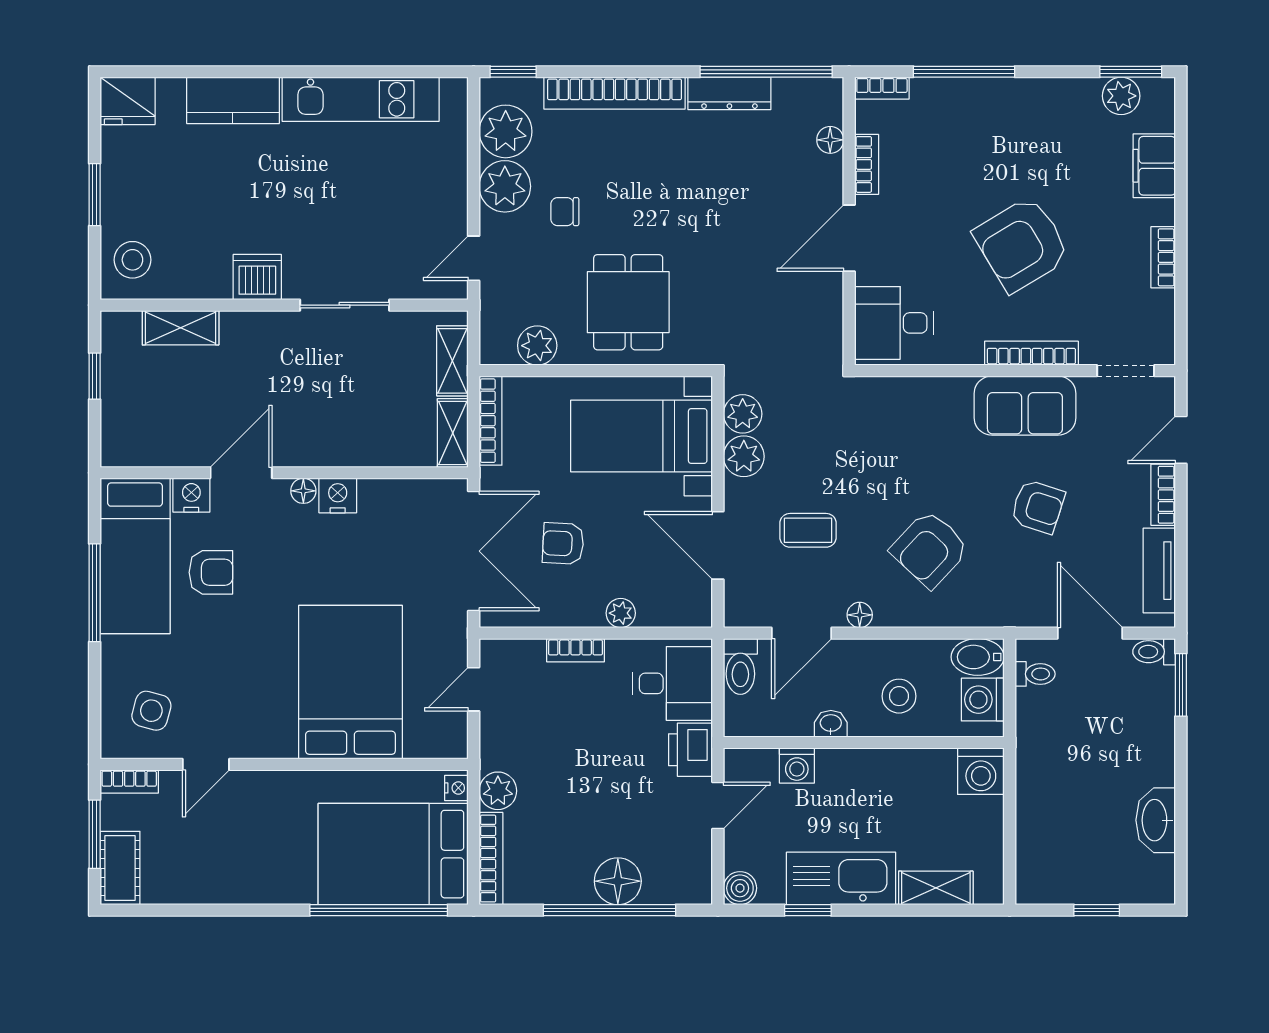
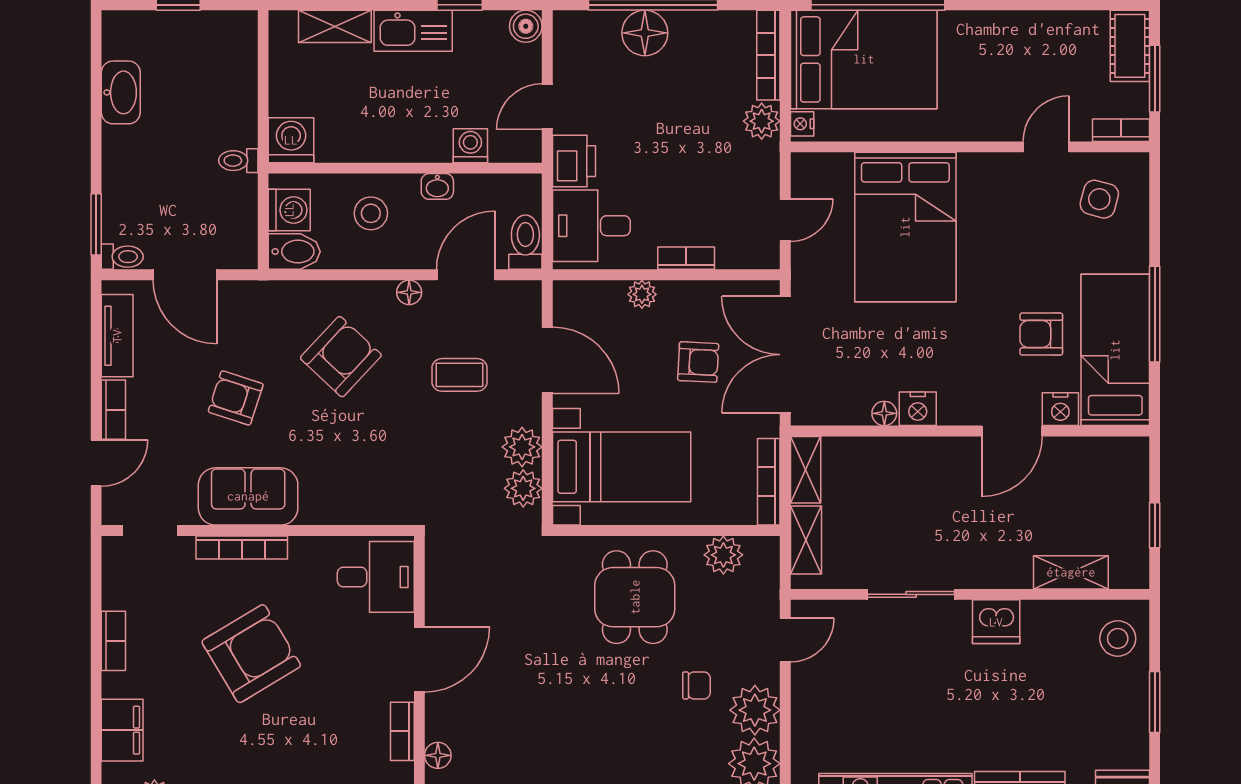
floor lamp: (303, 491) -> (884, 413), moved
toilet: (1035, 674) -> (238, 161), moved
kitchen sink: (841, 878) -> (413, 31), width x0.73, depth x0.81

